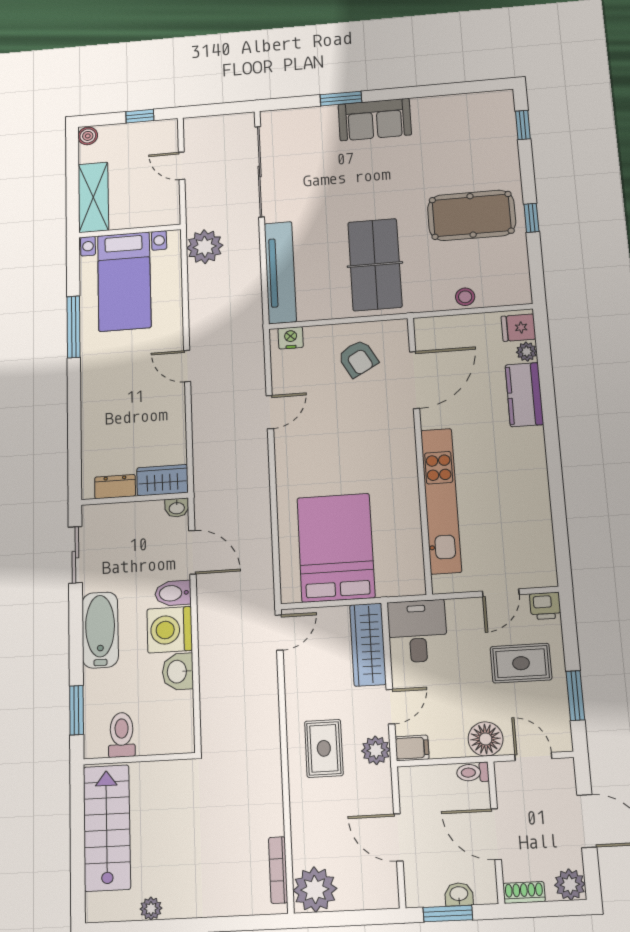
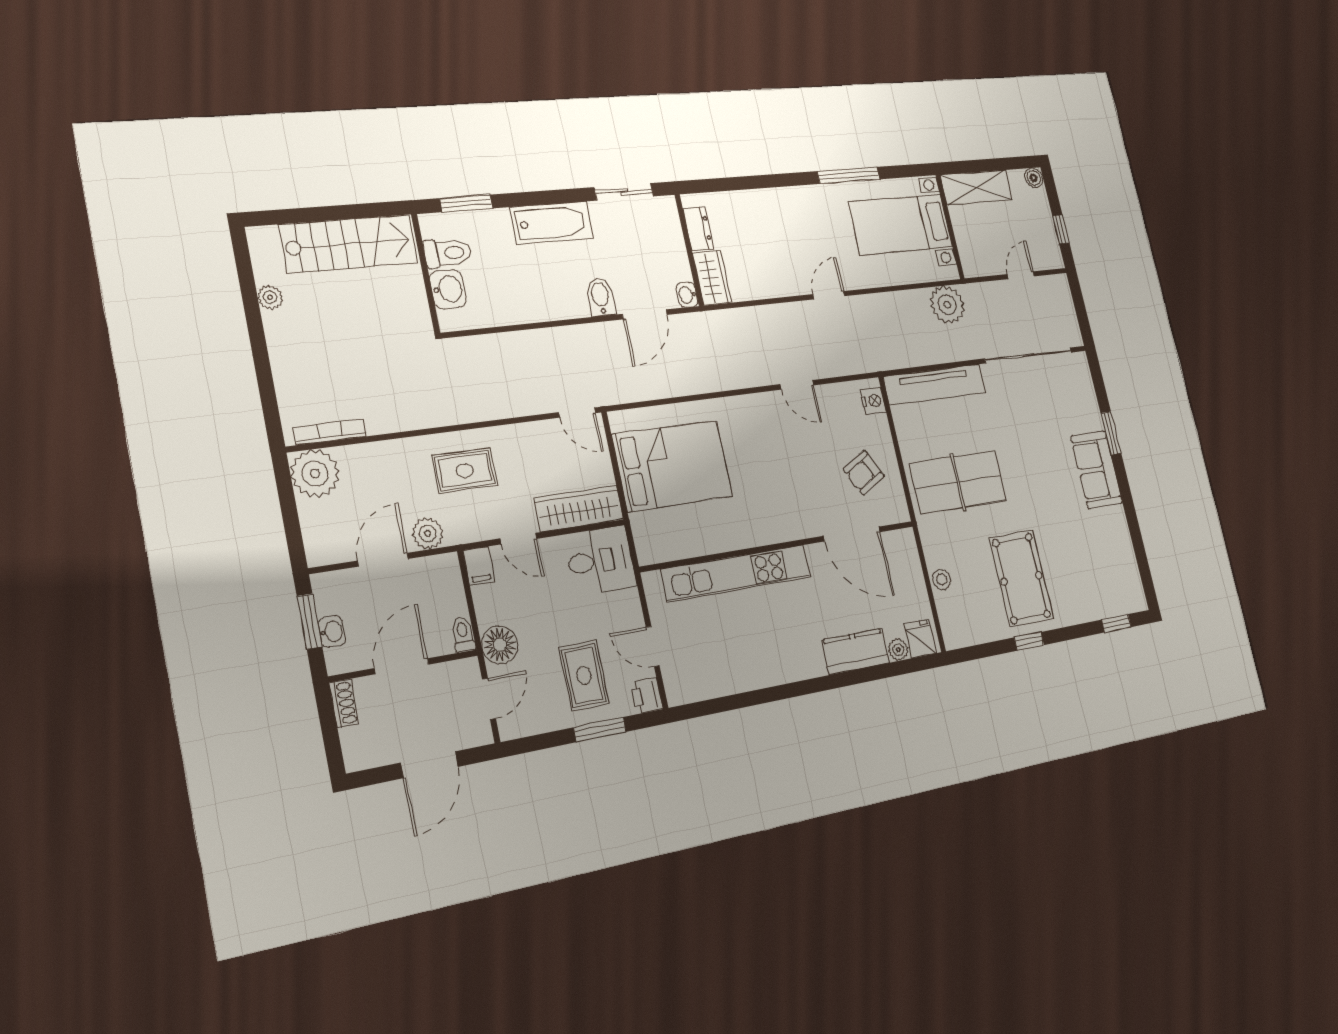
washing machine: (170, 630) -> (563, 296), removed
washbasin: (178, 672) -> (448, 289), moved, turned 90
window: (575, 695) -> (600, 730), moved
plant: (376, 750) -> (428, 533), moved
plant: (570, 885) -> (359, 753), removed

